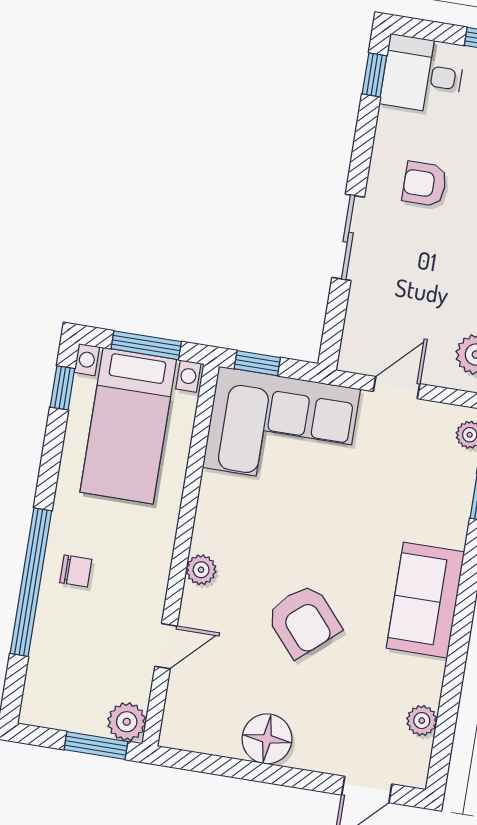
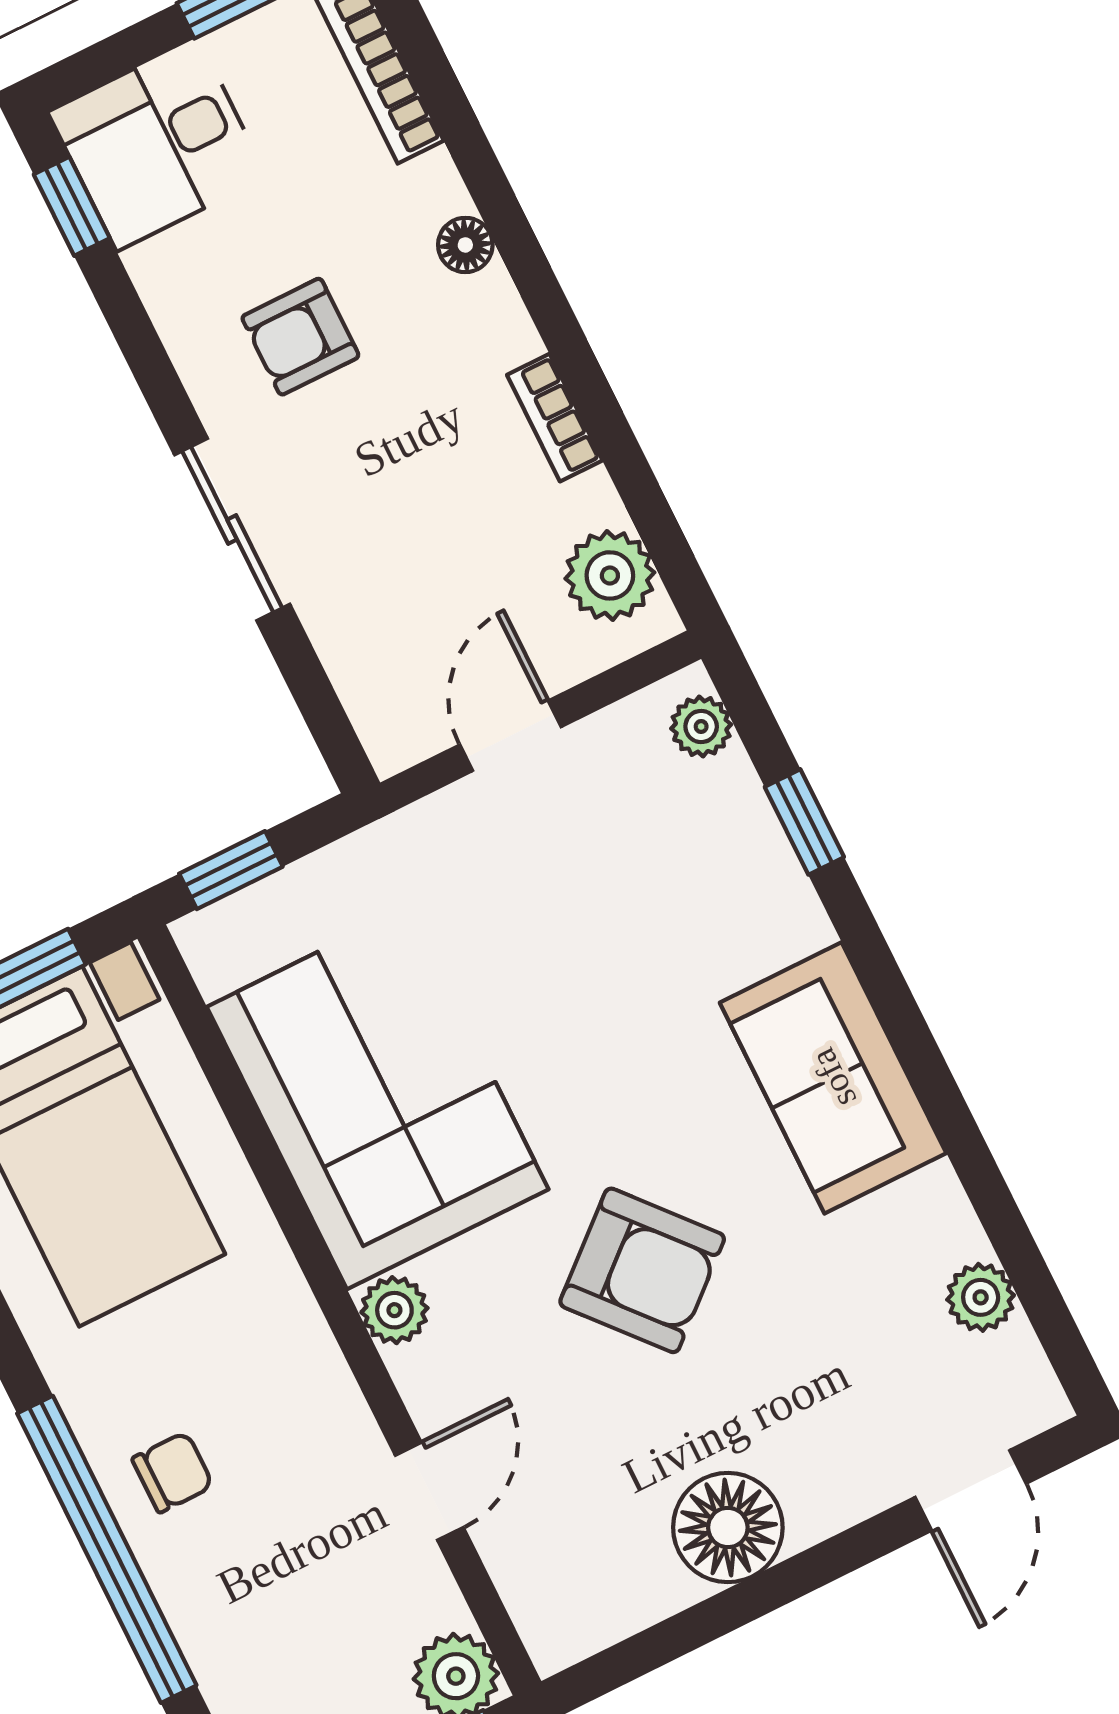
corner sofa: (281, 428) -> (378, 1098), moved, turned -90

